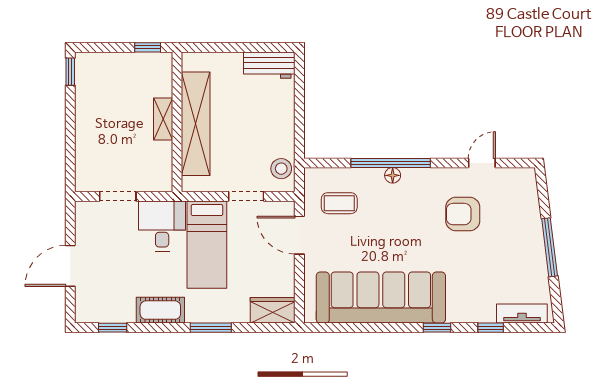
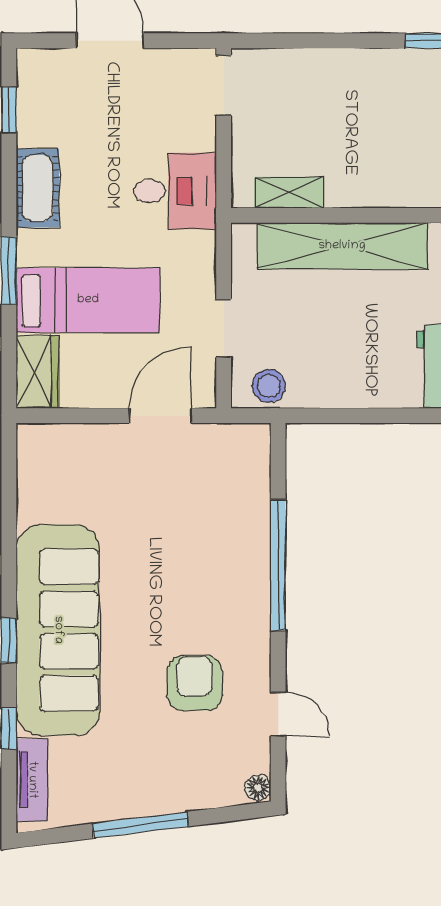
shelving: (163, 119) -> (289, 193), moved
floor lamp: (393, 175) -> (258, 788), moved
doorway: (118, 196) -> (224, 86), moved
coffee table: (339, 203) -> (212, 481), removed
bed: (207, 245) -> (88, 300), moved, turned 180
sofa: (381, 298) -> (58, 630), moved

